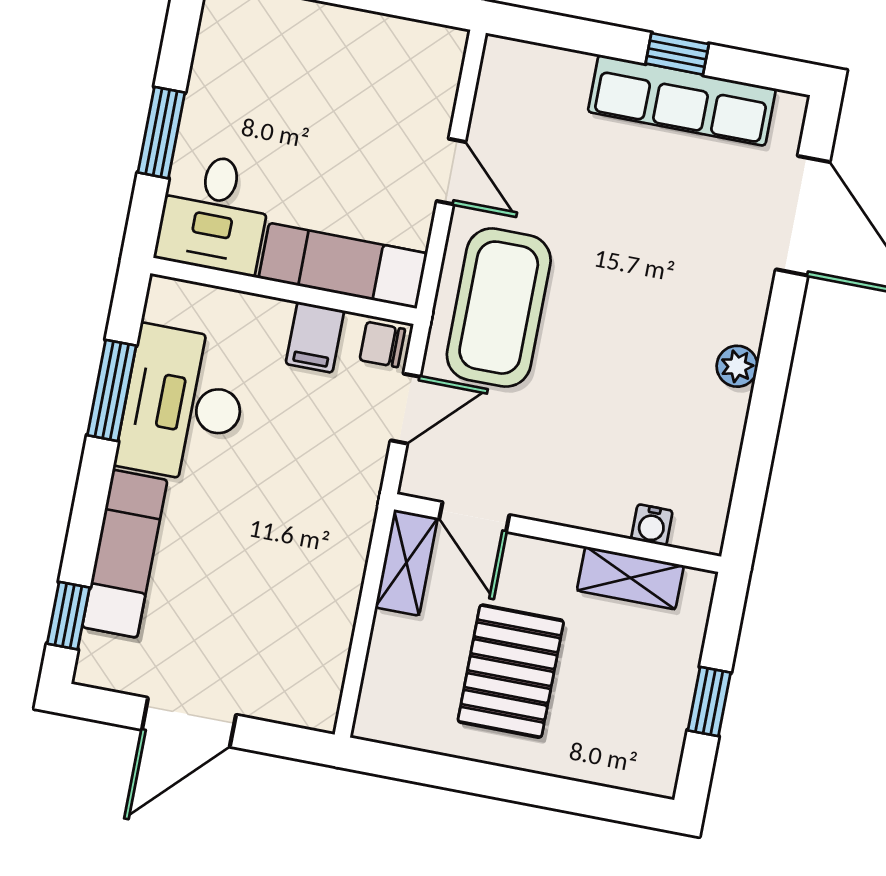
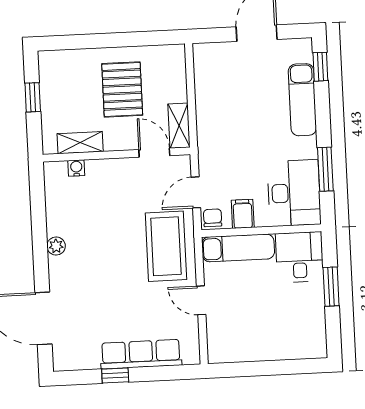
row of seats: (682, 100) -> (141, 354), moved
chair: (382, 345) -> (213, 218), turned -90
desk: (183, 405) -> (294, 193), moved

